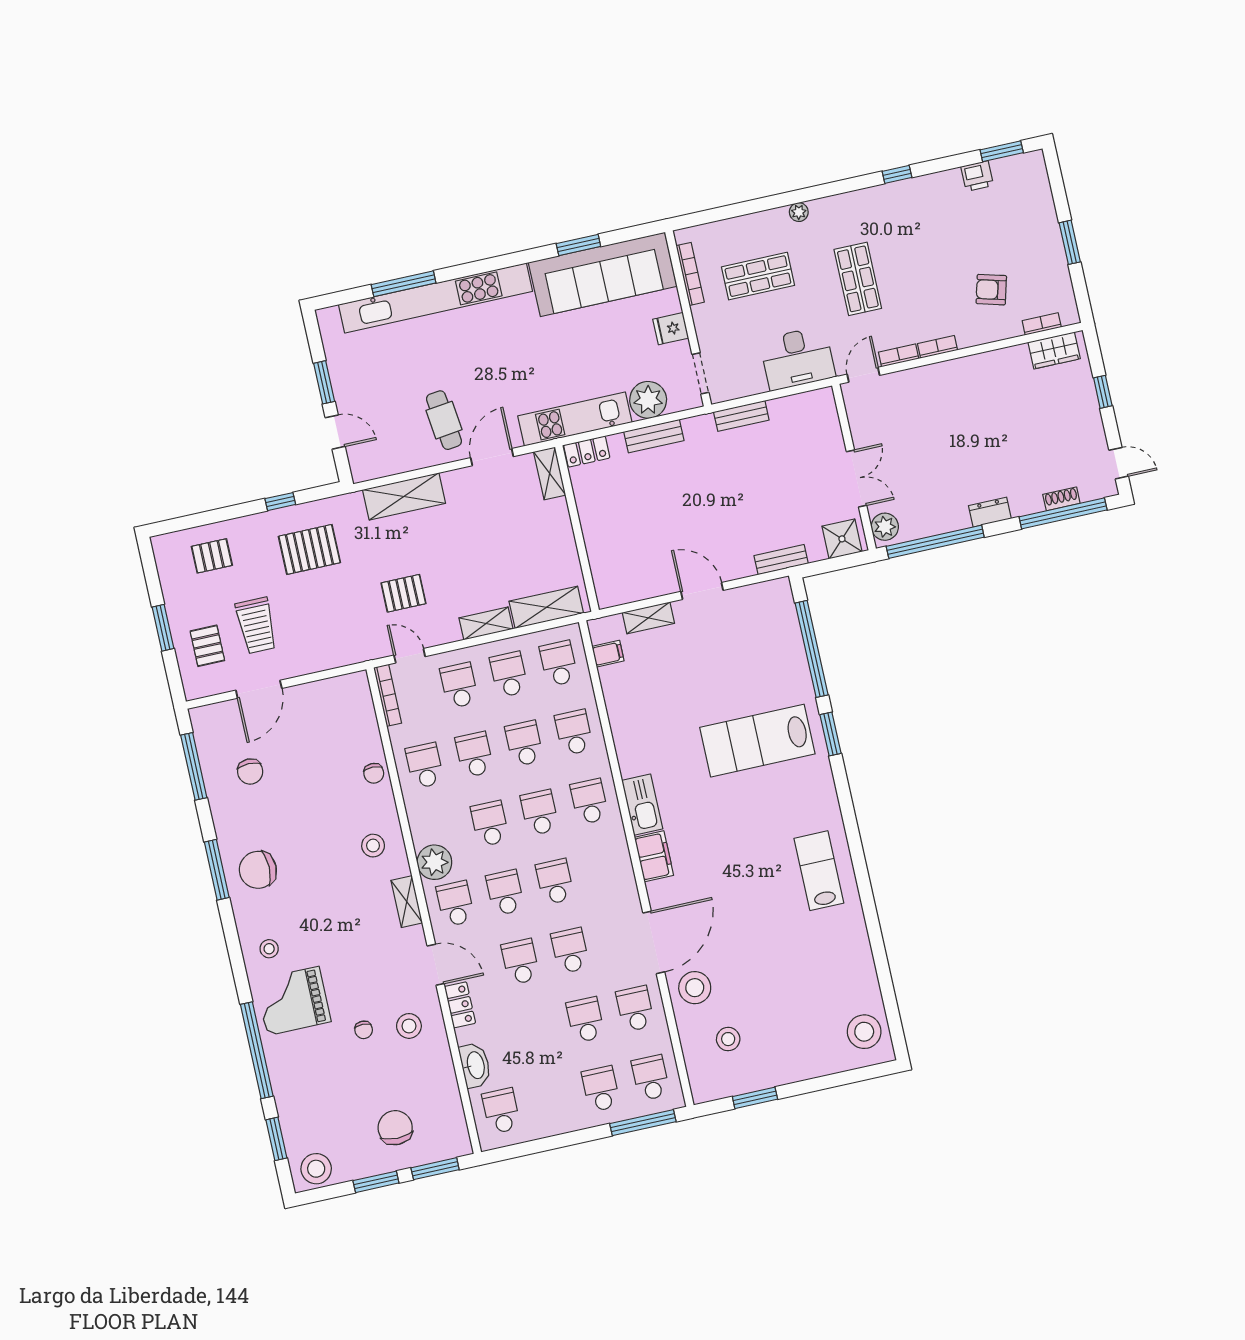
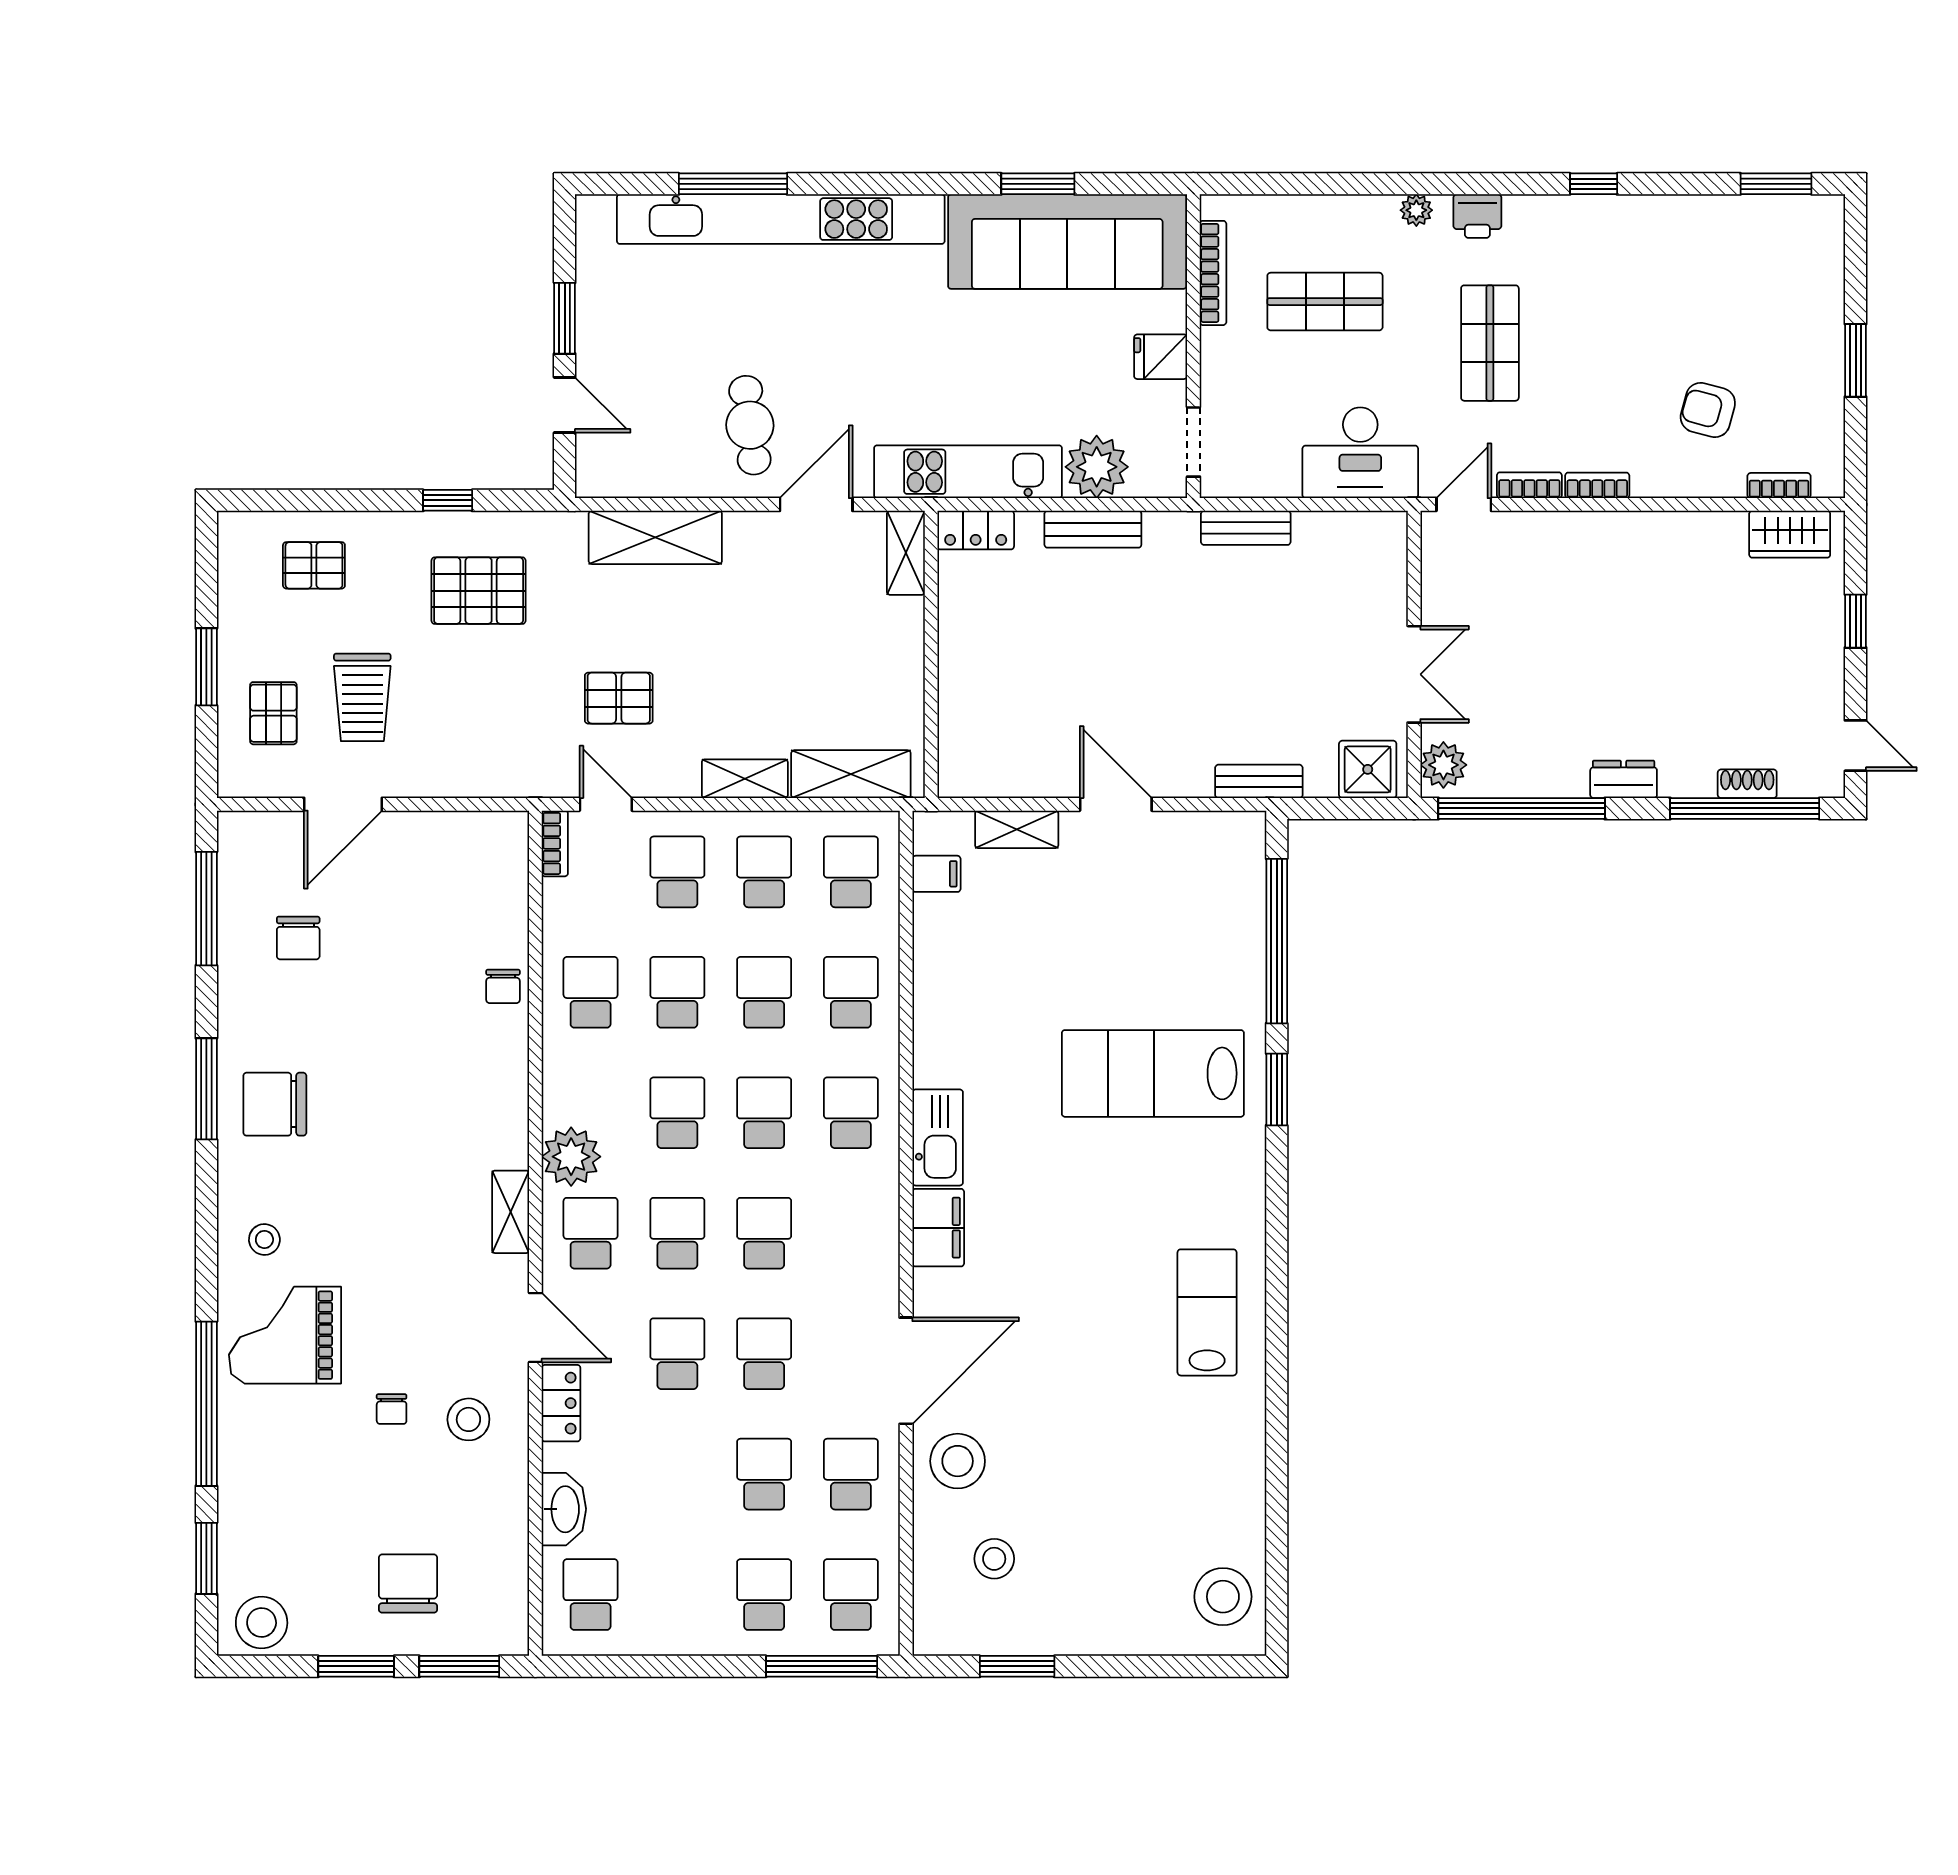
printer: (977, 176) -> (1477, 216), moved
bookcase: (388, 695) -> (555, 843), width x0.64
stool: (373, 846) -> (475, 1106), removed

